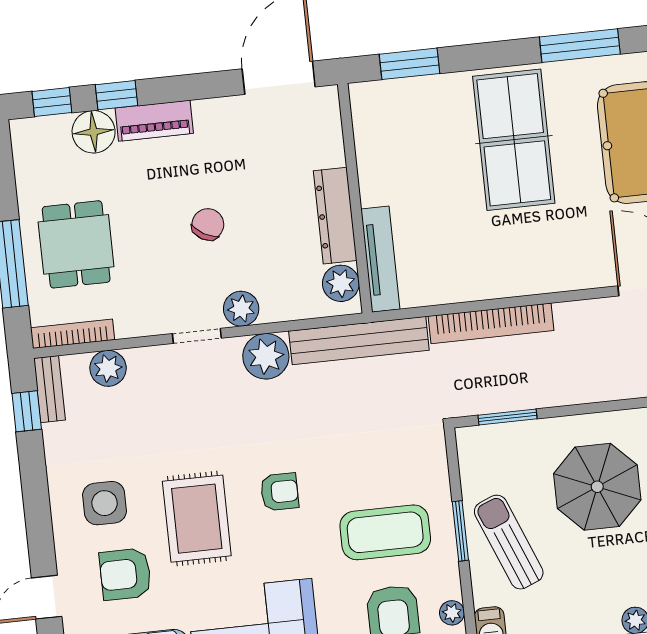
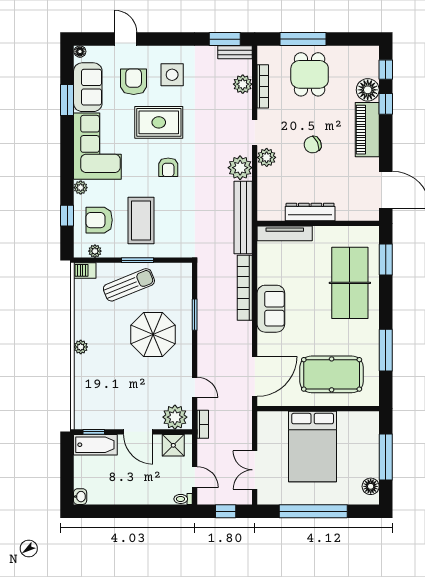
piano: (154, 121) -> (367, 130), width x1.37, depth x1.33
table tennis table: (514, 140) -> (350, 283), moved, turned 90
chair: (208, 224) -> (313, 145), turned 126
dining table: (76, 244) -> (310, 74), turned 90
sofa: (525, 270) -> (271, 309), added
plant: (341, 283) -> (274, 211), removed
bookcase: (73, 334) -> (263, 86), moved
window: (27, 411) -> (225, 39), width x1.50
window: (508, 417) -> (195, 315), moved

